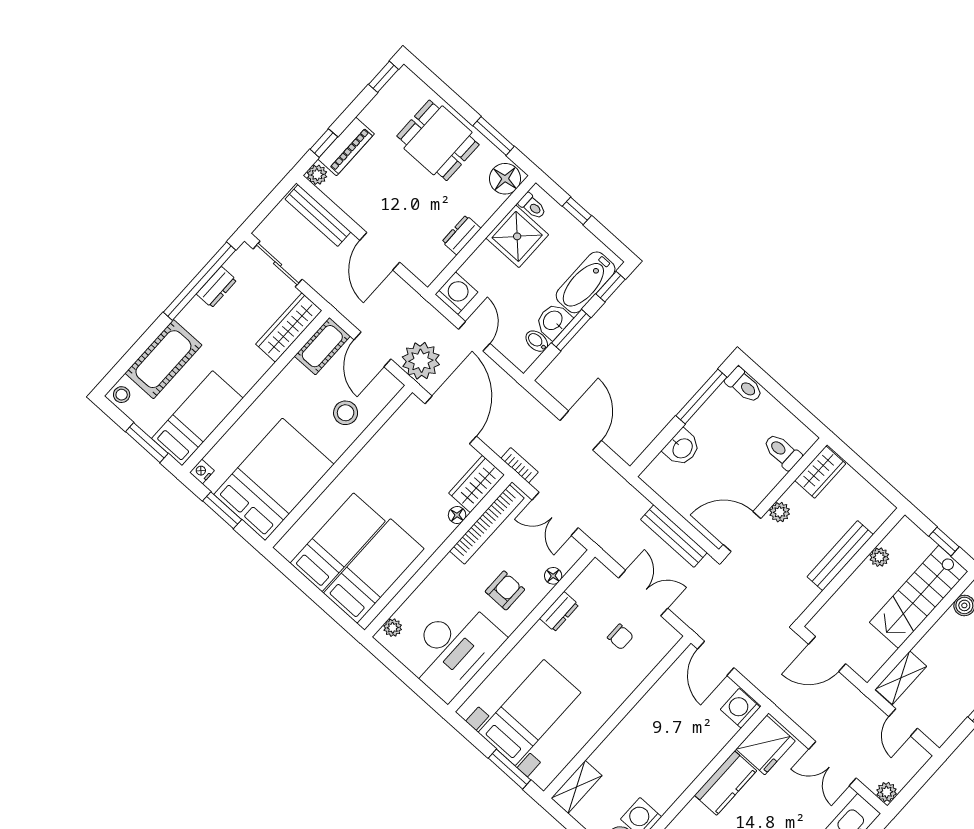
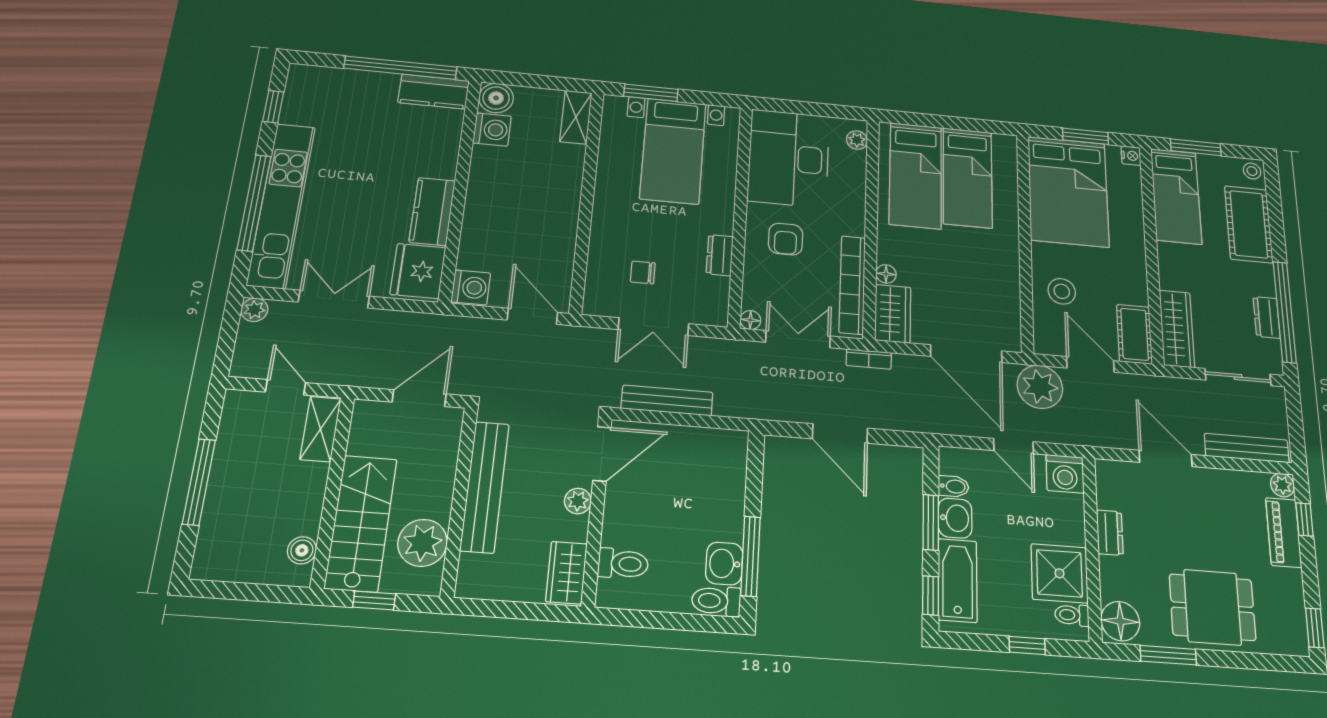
washbasin: (682, 448) -> (724, 564), moved
bench: (840, 556) -> (485, 487), width x1.37, depth x1.21
plant: (879, 557) -> (423, 543), width x1.88, depth x1.88
floor lamp: (553, 576) -> (750, 320), moved

